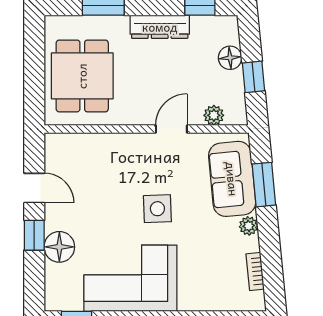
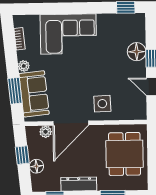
door: (171, 129) -> (71, 123), width x1.88
side table: (157, 209) -> (102, 104), moved
corner sofa: (130, 278) -> (68, 34), moved

